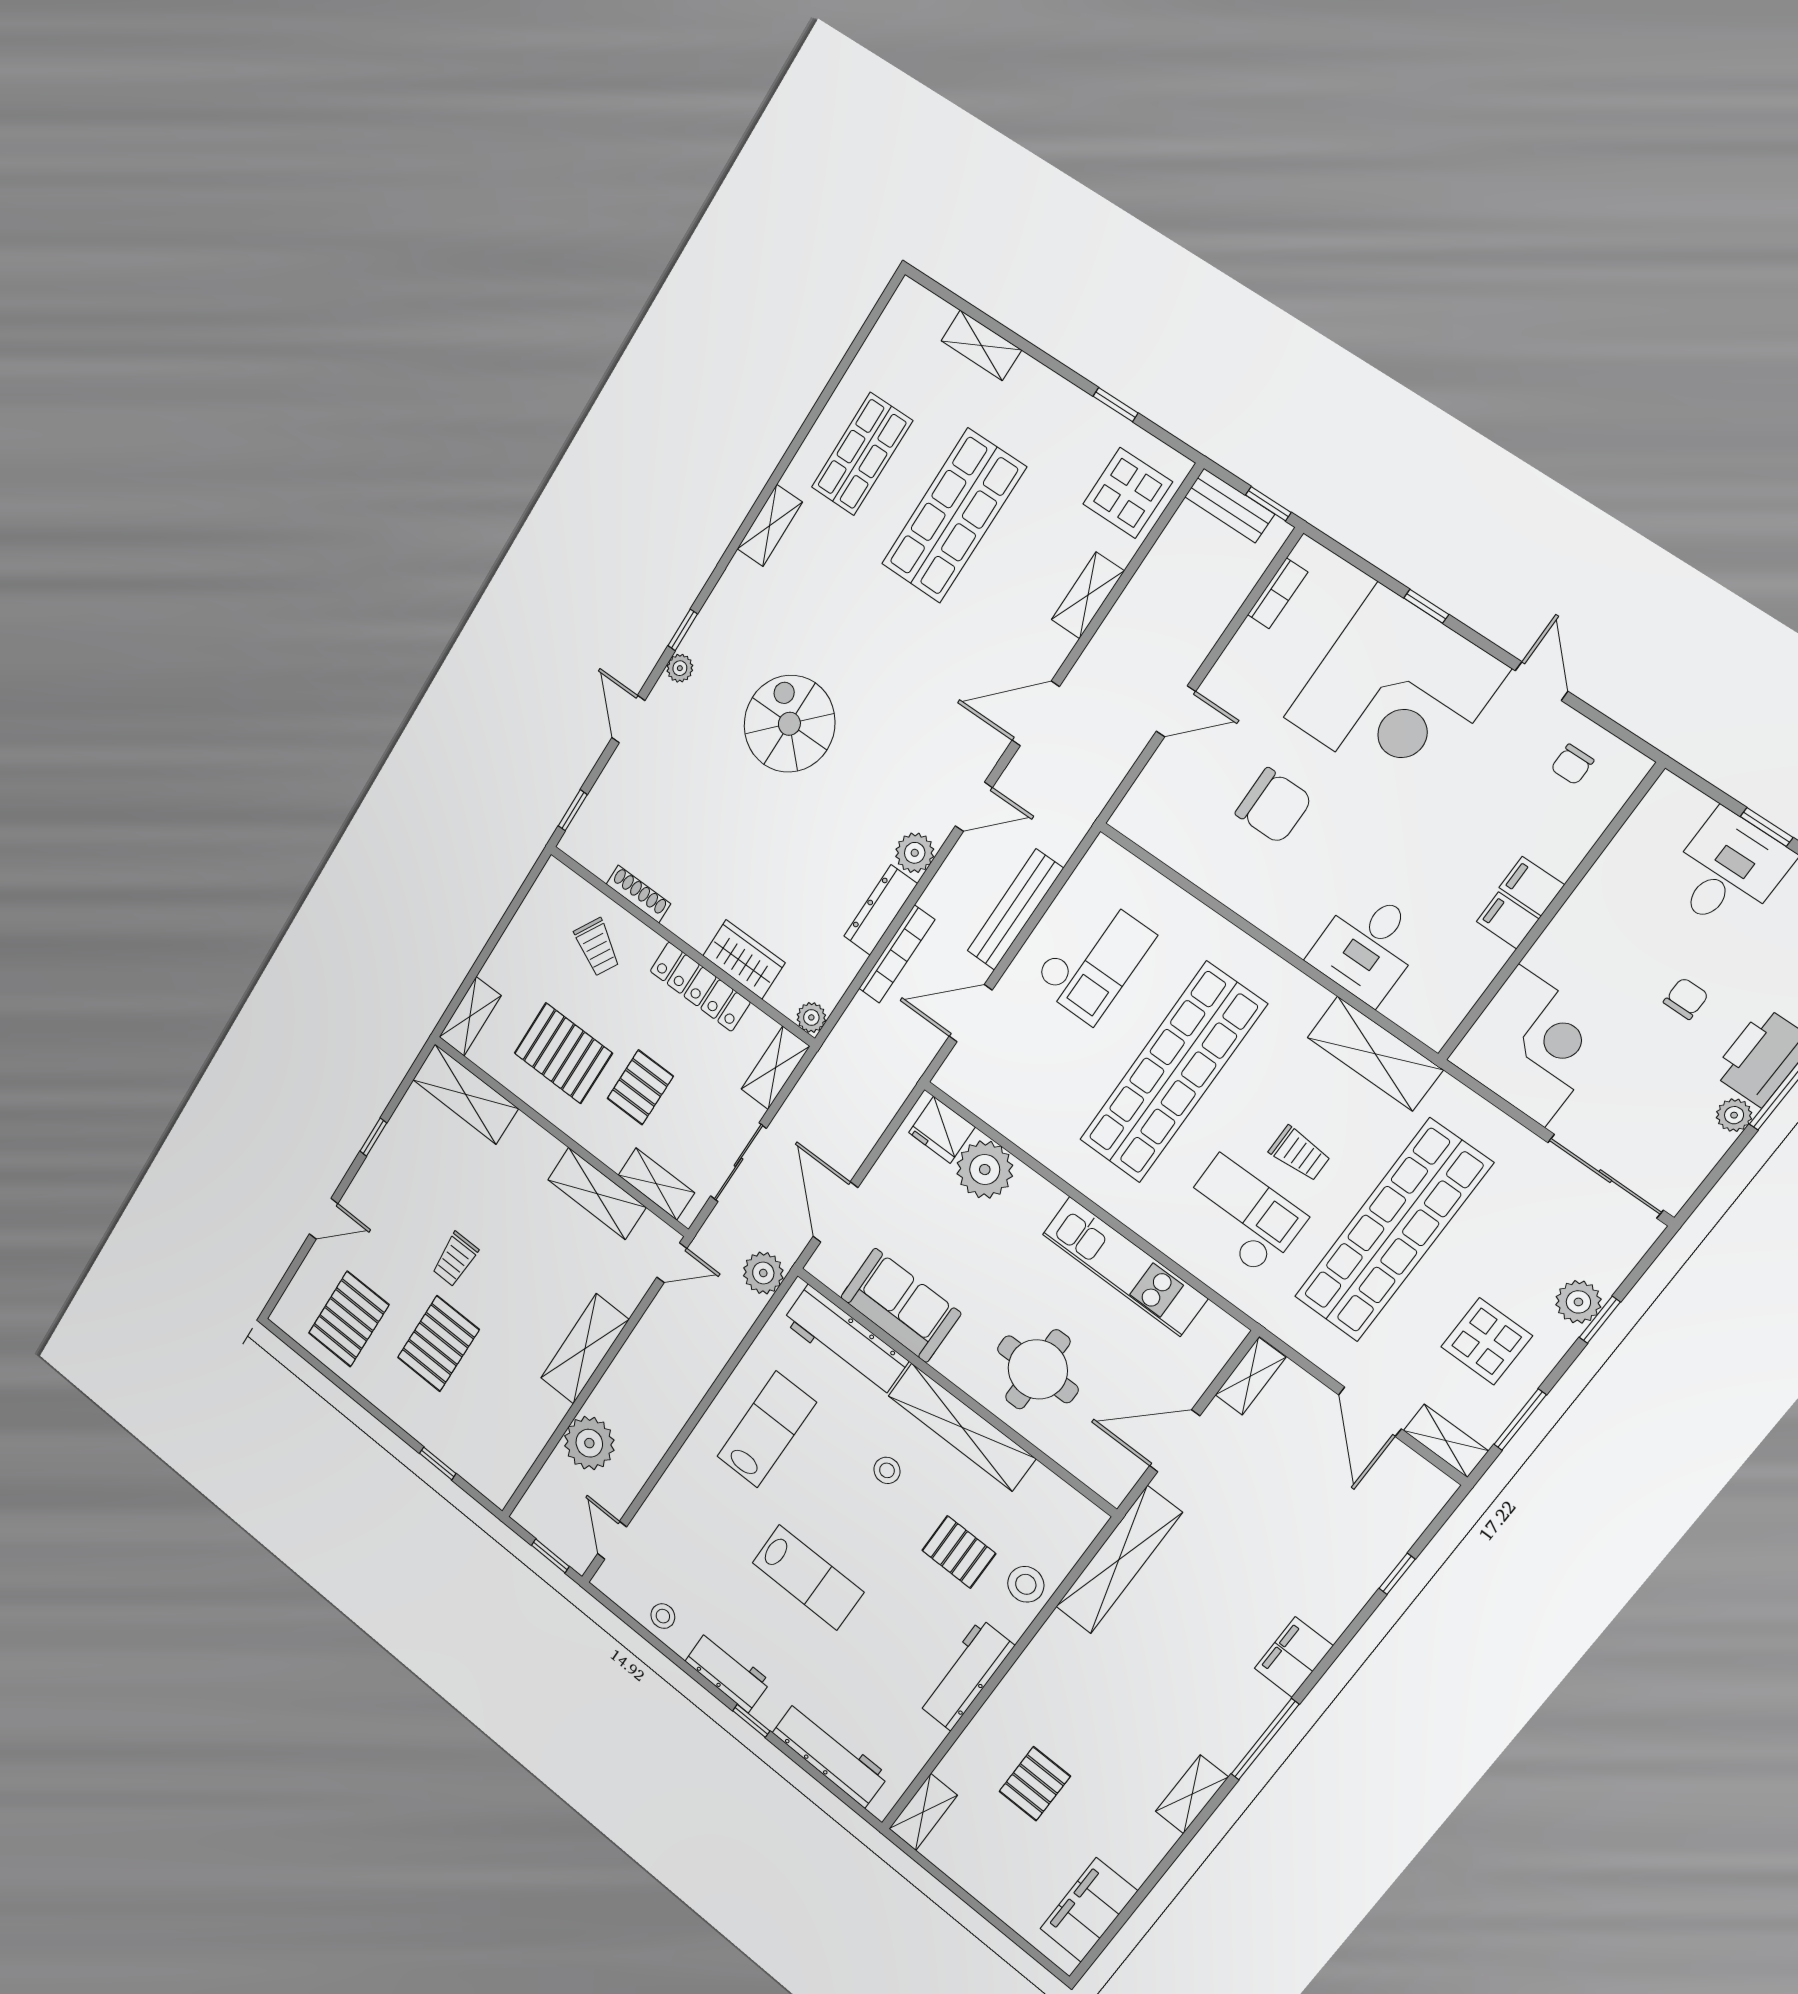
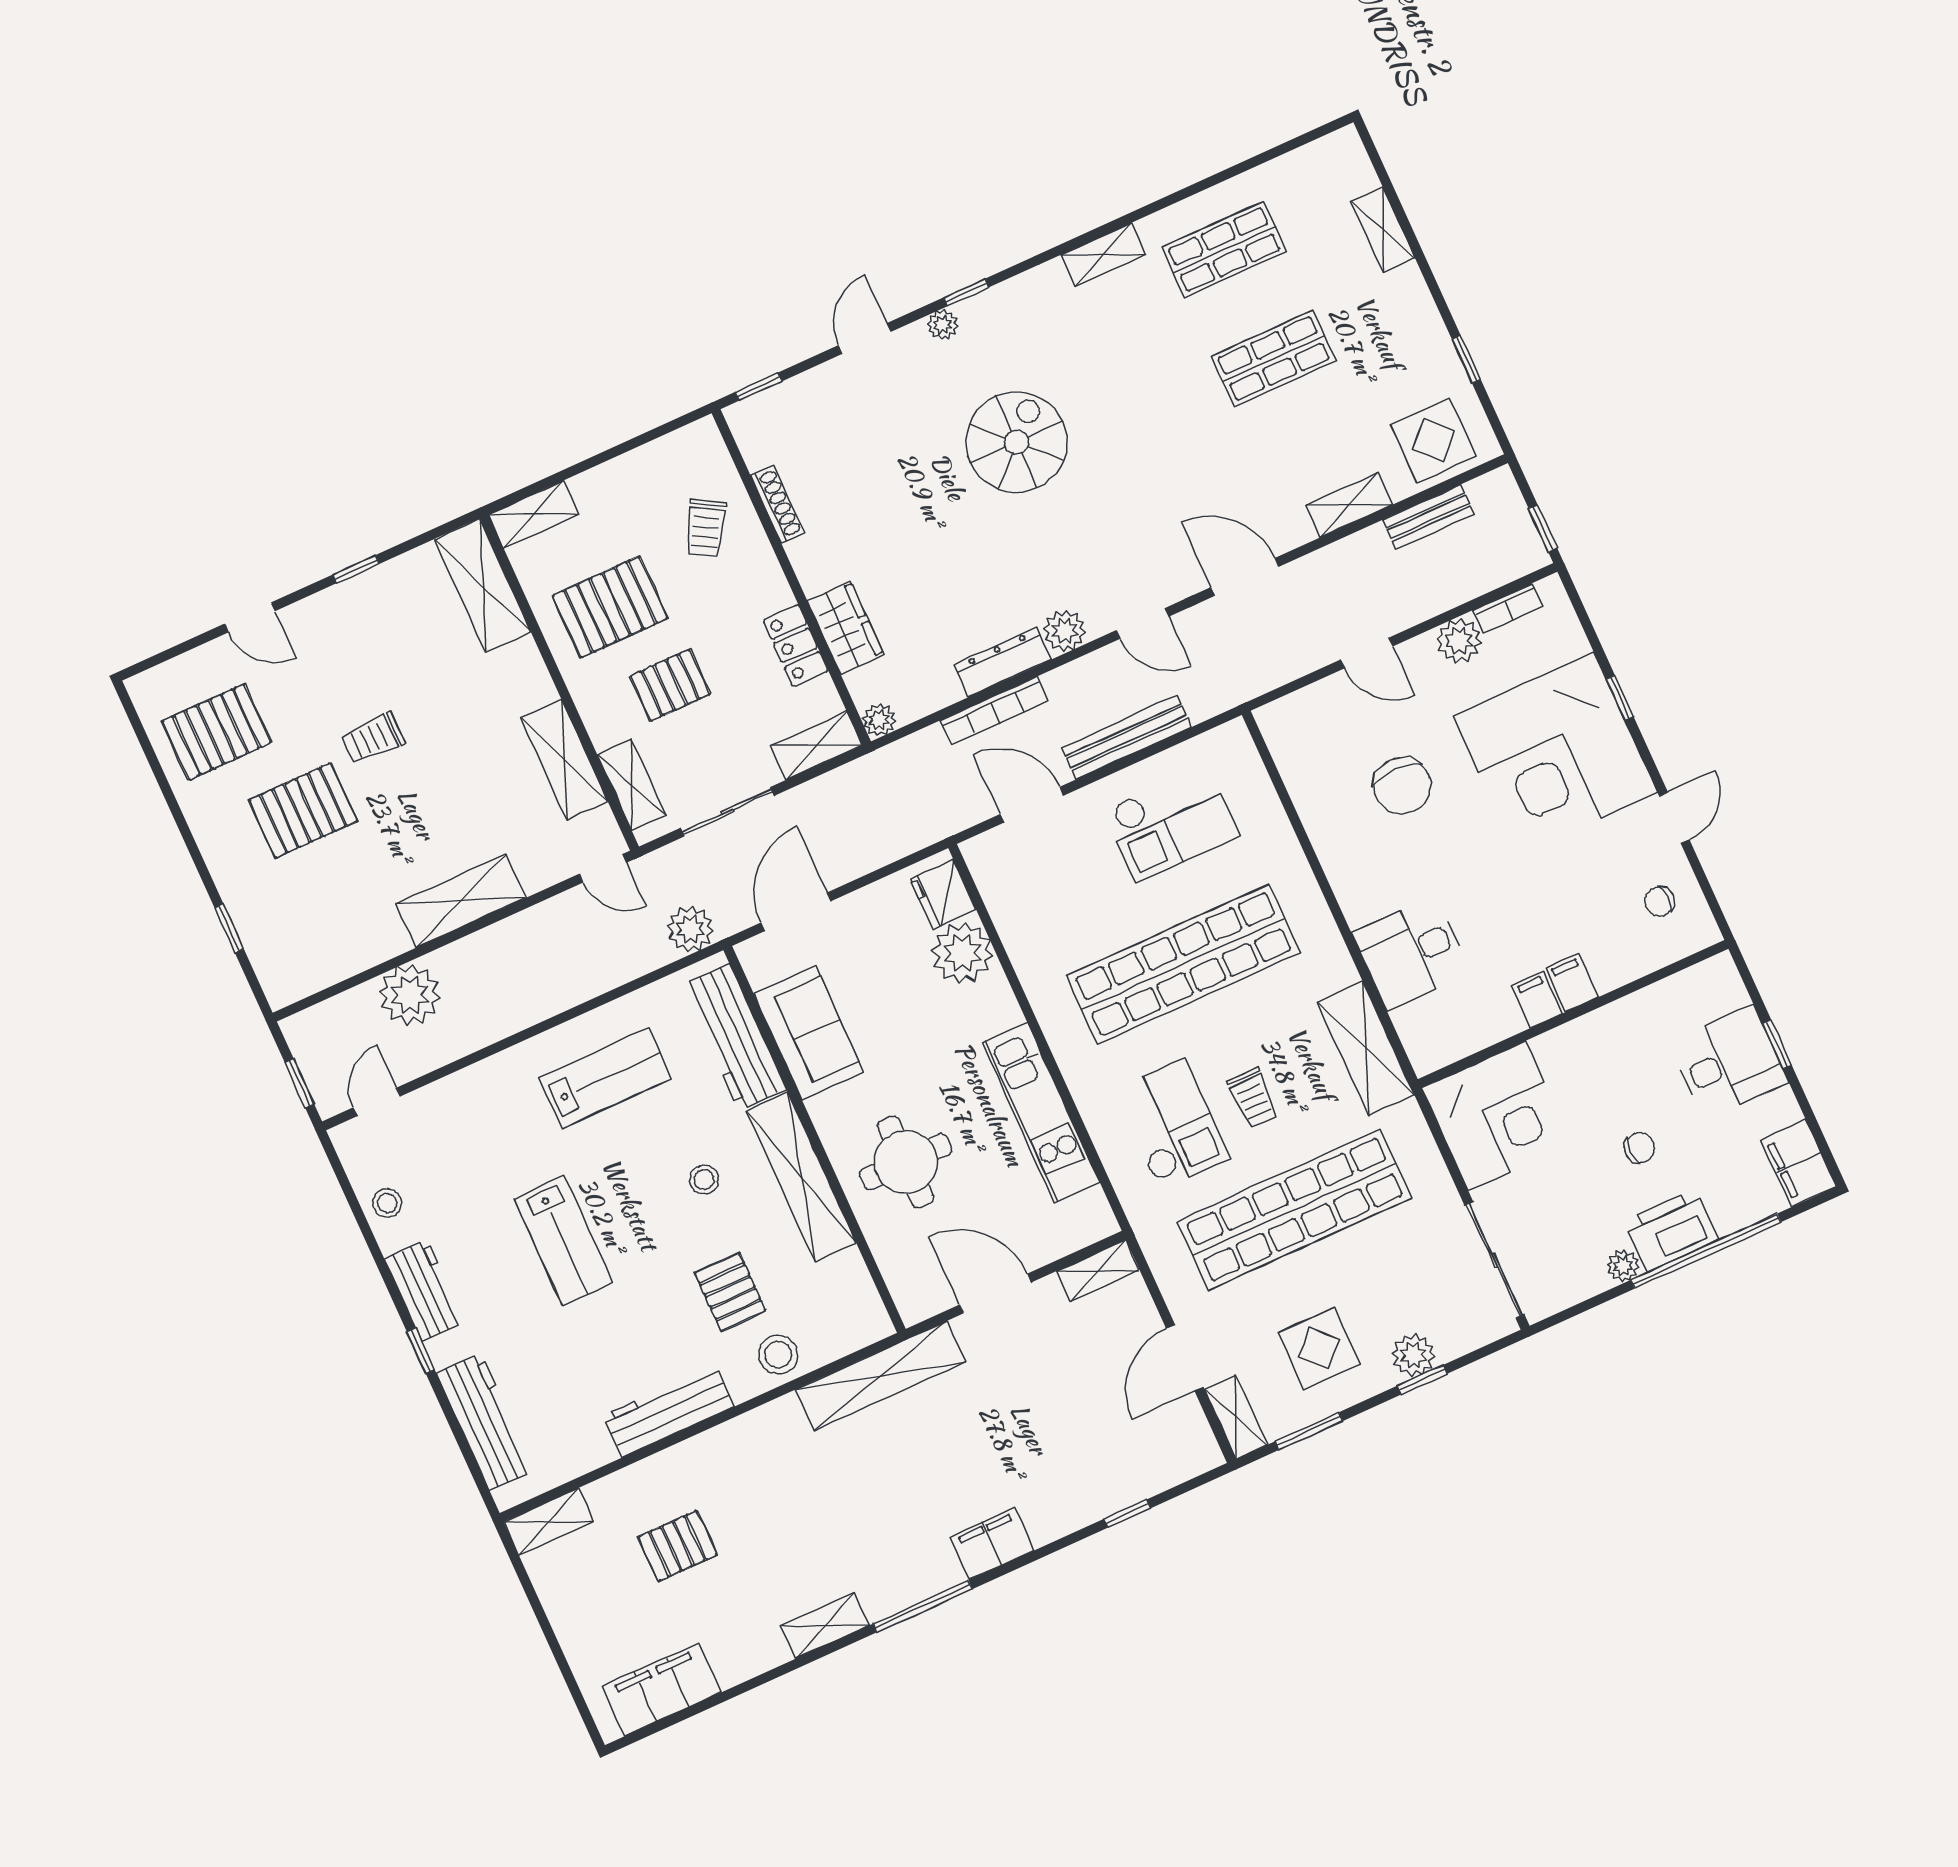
bench: (1229, 505) -> (1428, 517), moved, turned 90
shop shelf: (954, 516) -> (1274, 358), width x0.70, depth x0.74
plant: (1251, 649) -> (1459, 641), added
locker: (700, 987) -> (795, 645), width x0.66
pallet: (563, 1053) -> (610, 607), turned 90

